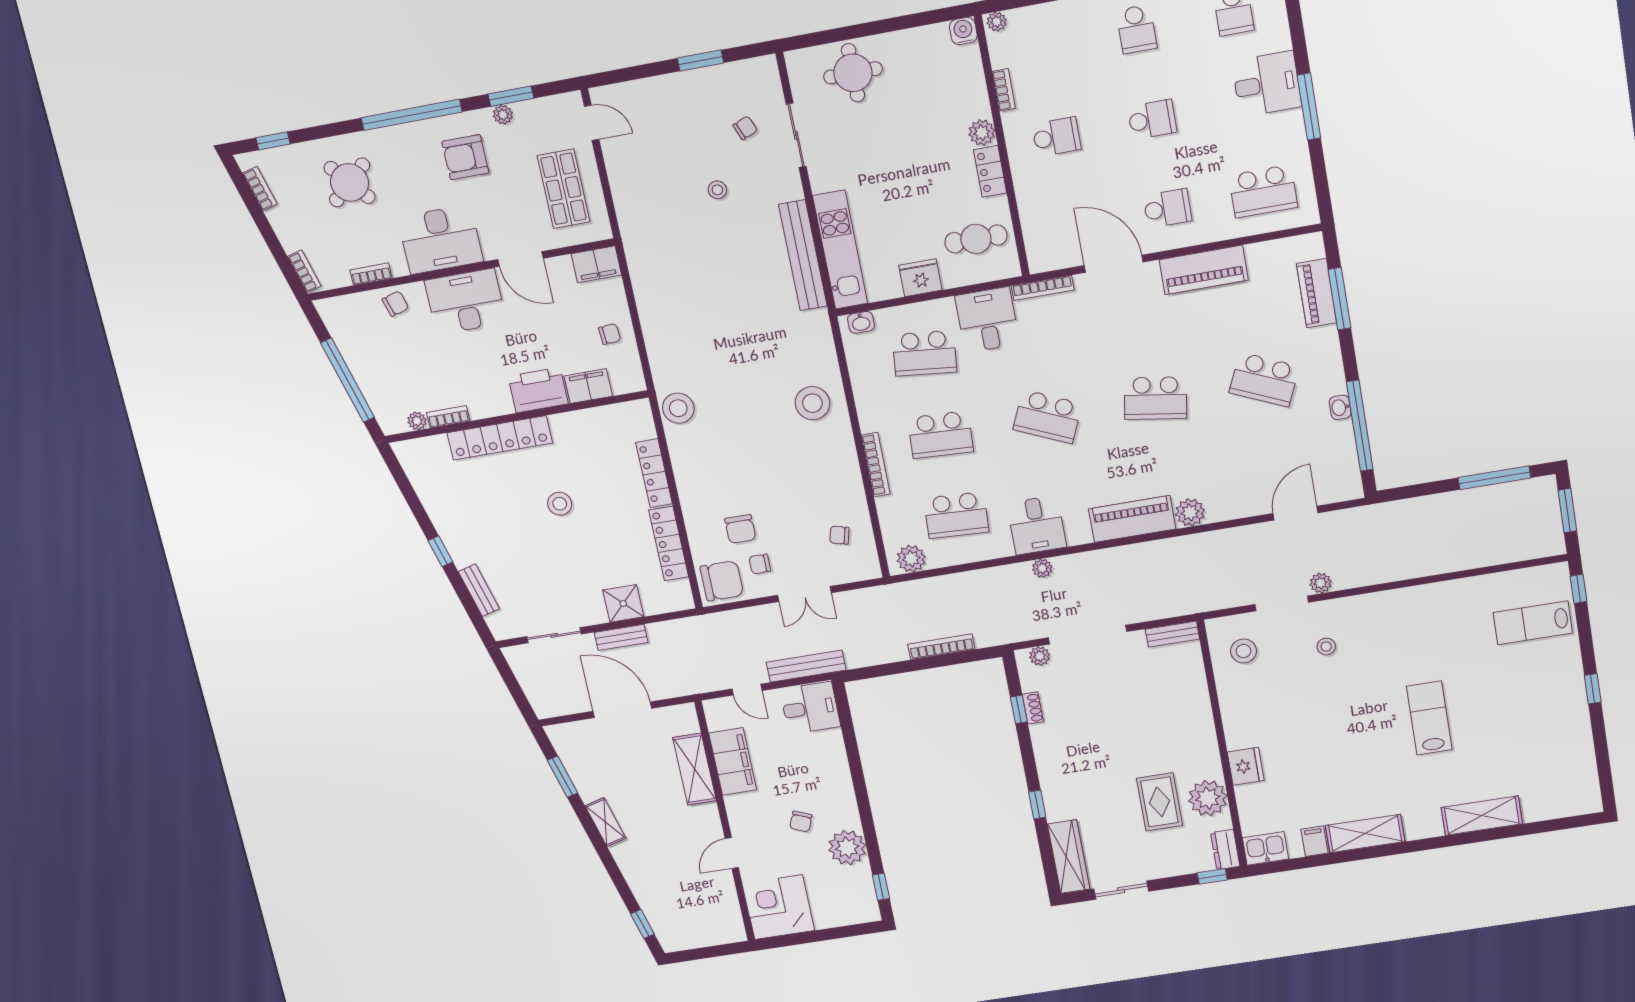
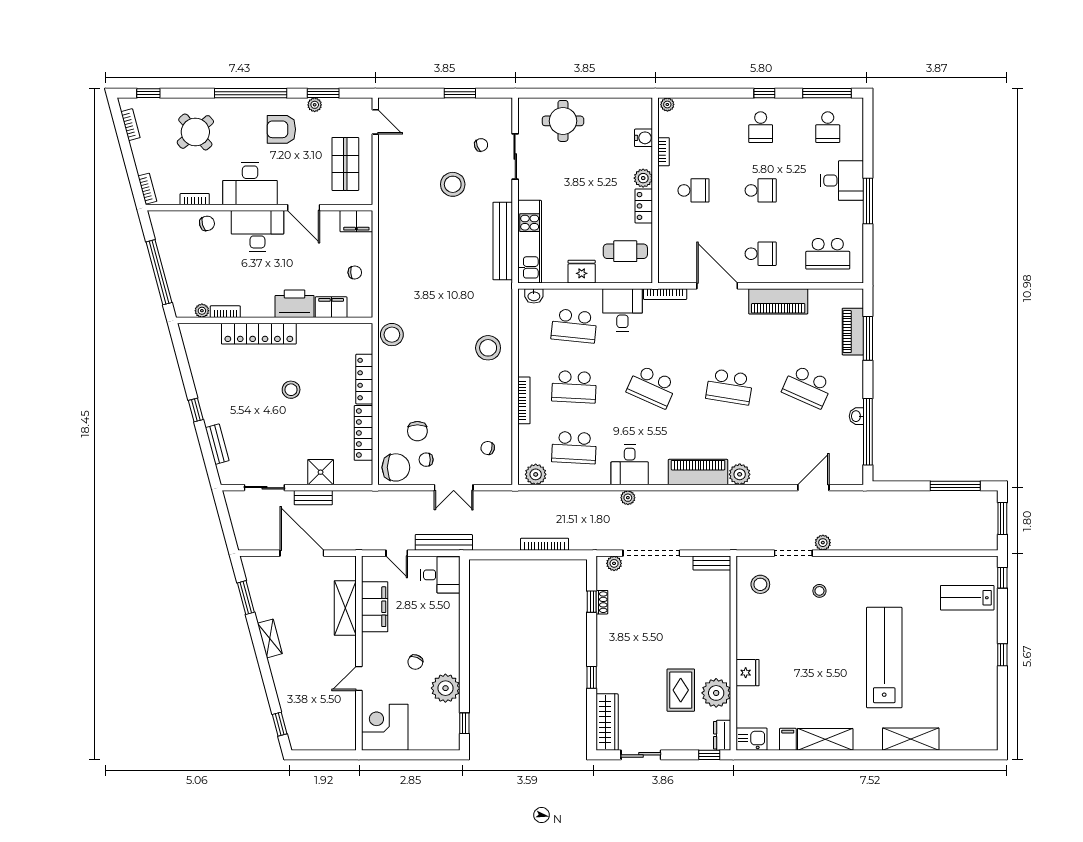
water cooler: (963, 31) -> (644, 138), moved, turned 90
stool: (717, 190) -> (453, 184), width x1.89, depth x1.89
lab bench: (1429, 718) -> (884, 657), width x1.86, depth x1.39

